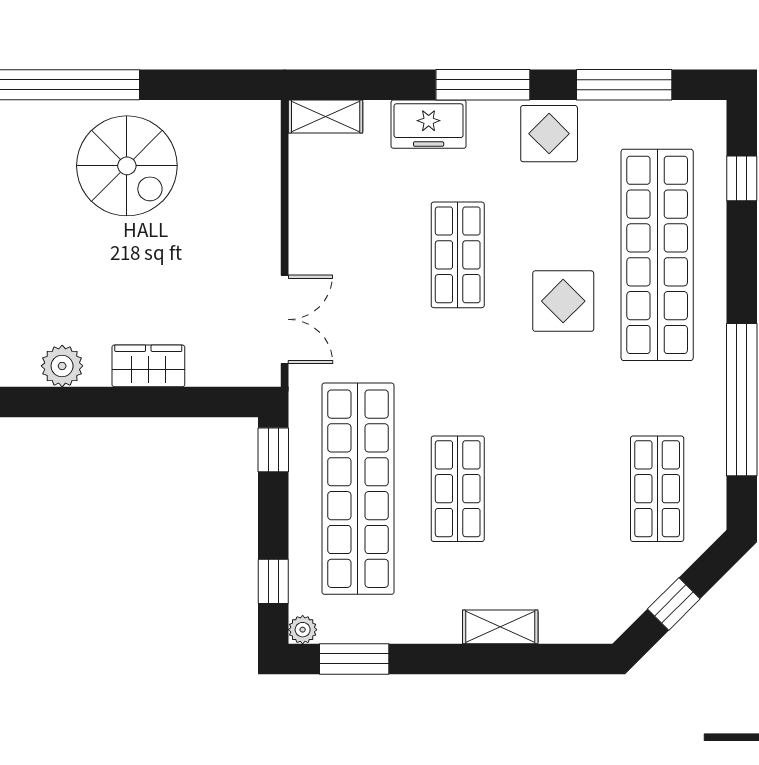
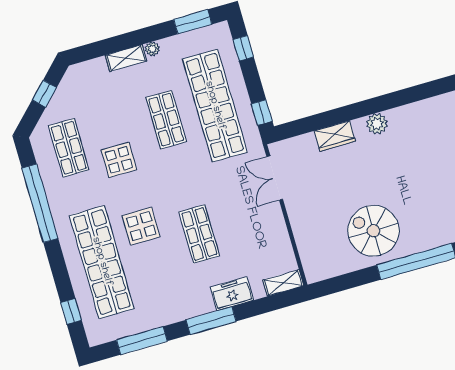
display table: (549, 134) -> (119, 160), moved
plant: (303, 630) -> (152, 49), moved

